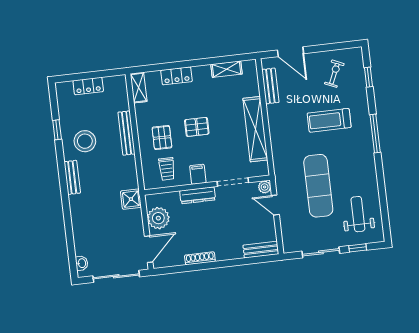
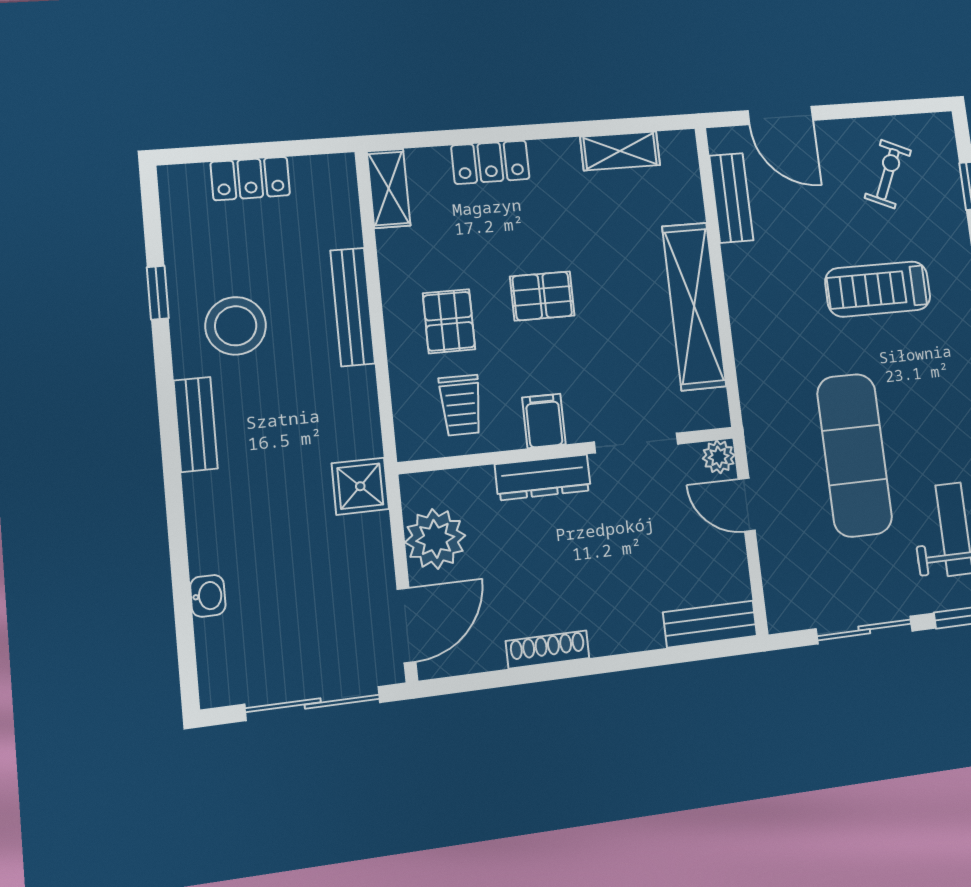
washbasin: (82, 263) -> (208, 596), moved

